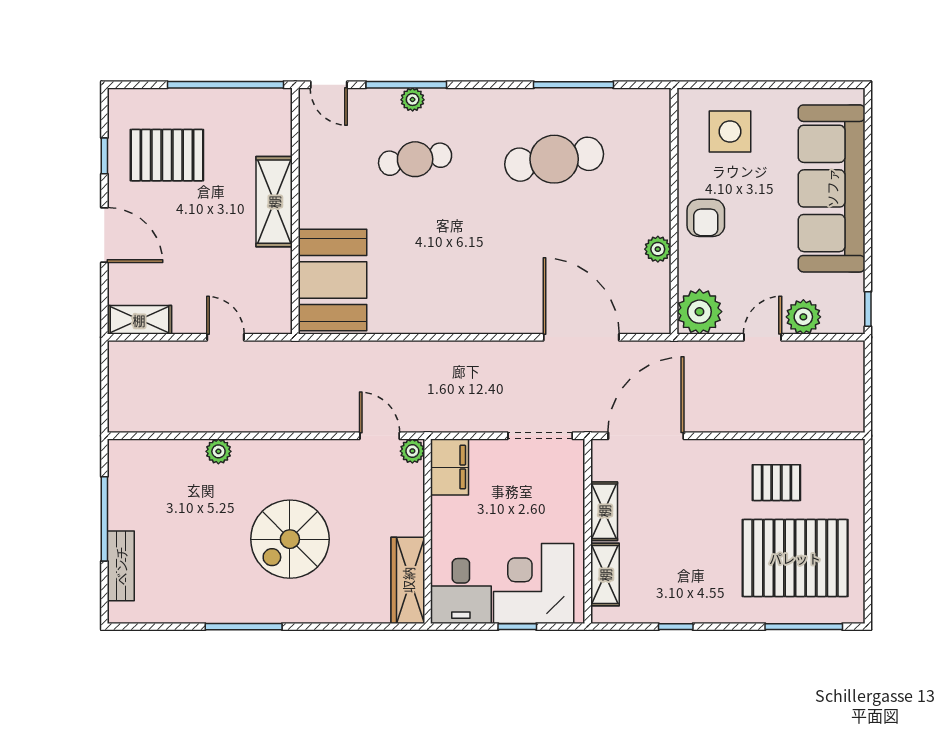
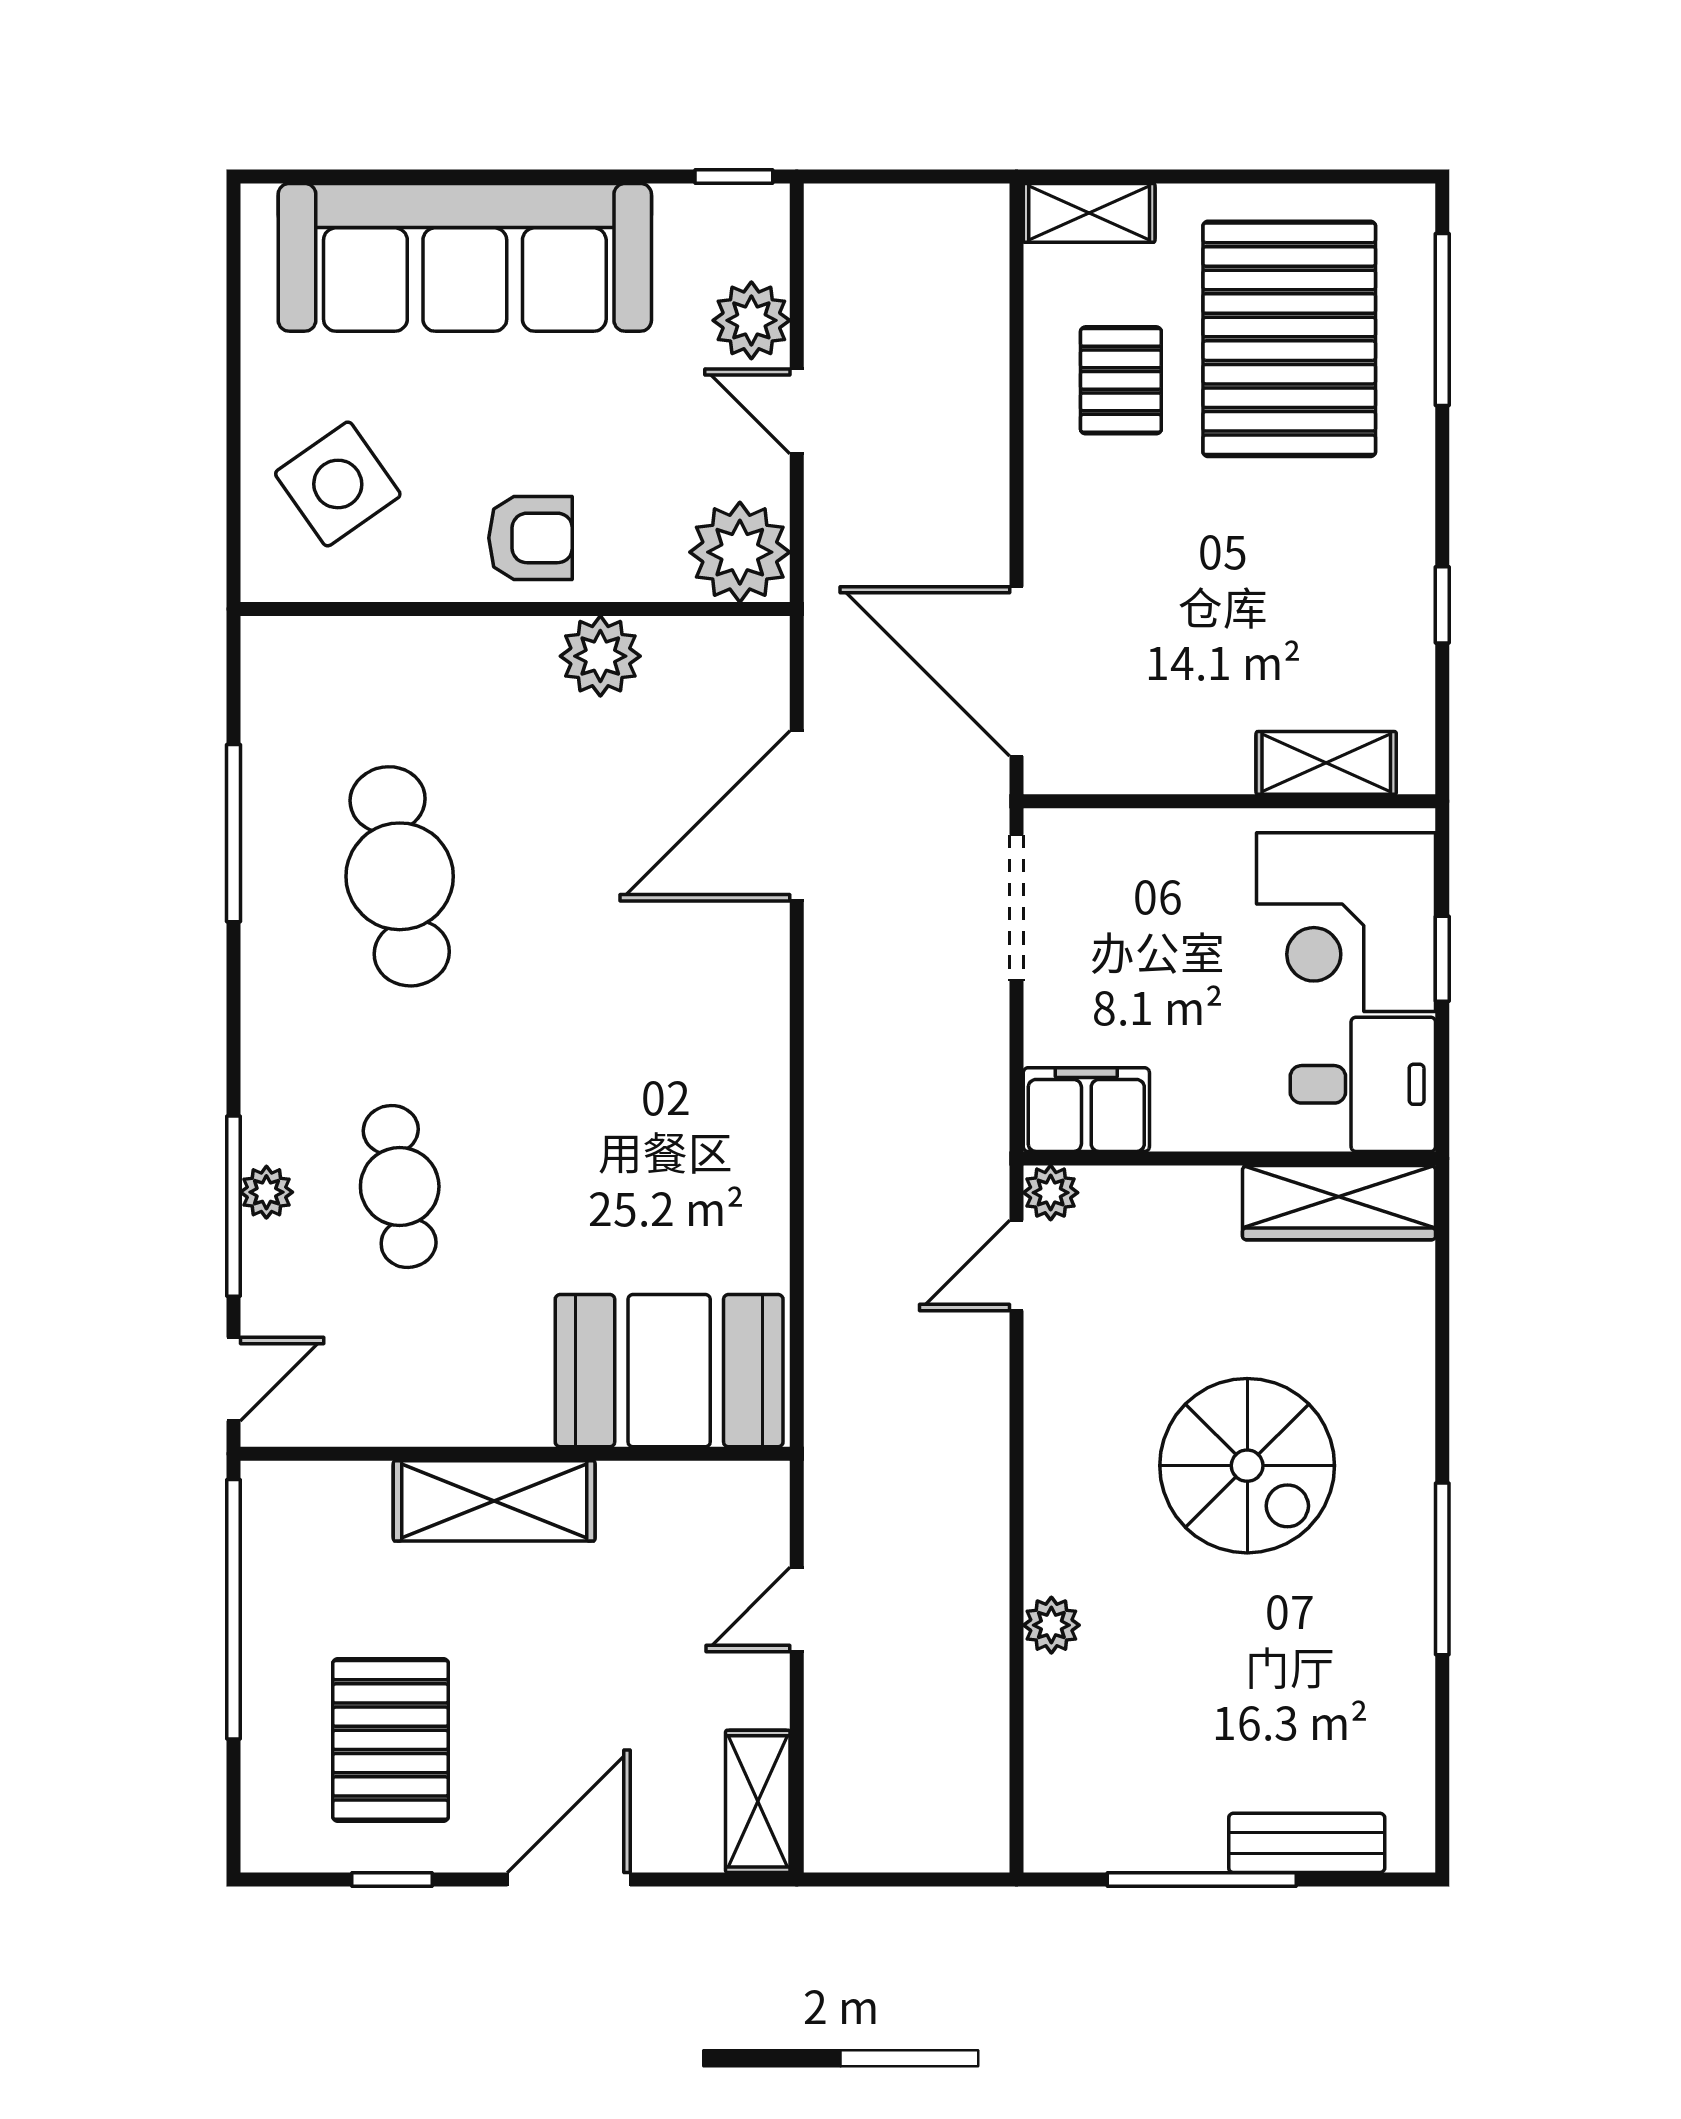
side table: (730, 131) -> (338, 484), turned -35
plant: (658, 249) -> (600, 656), width x1.38, depth x1.38
shelving: (604, 511) -> (1089, 213), moved

